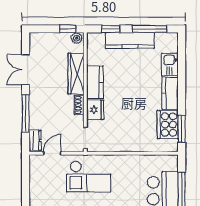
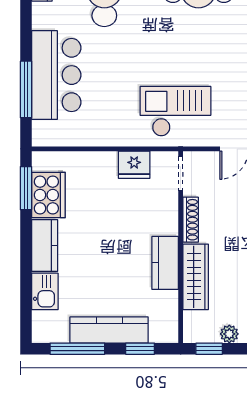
plant: (77, 38) -> (229, 334), moved
shoe rack: (79, 105) -> (191, 220), width x1.43
fridge: (95, 110) -> (134, 165), moved, turned -90

